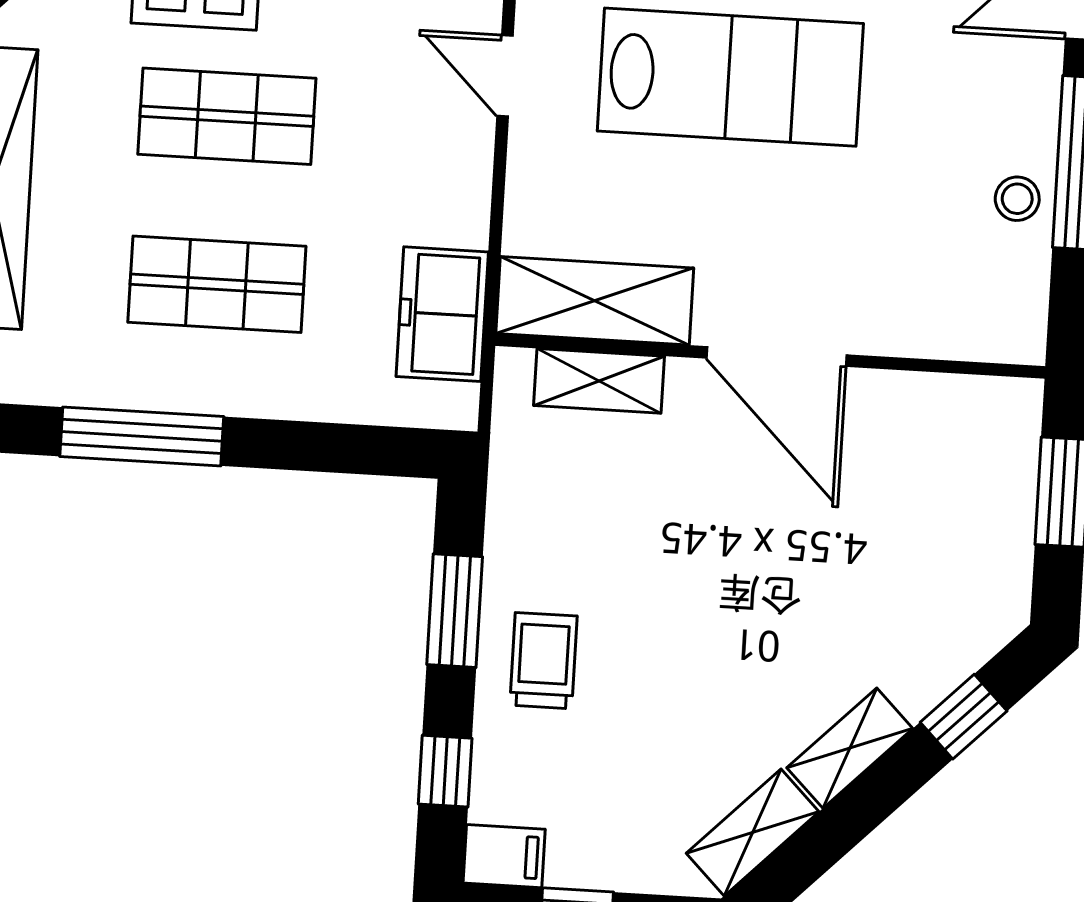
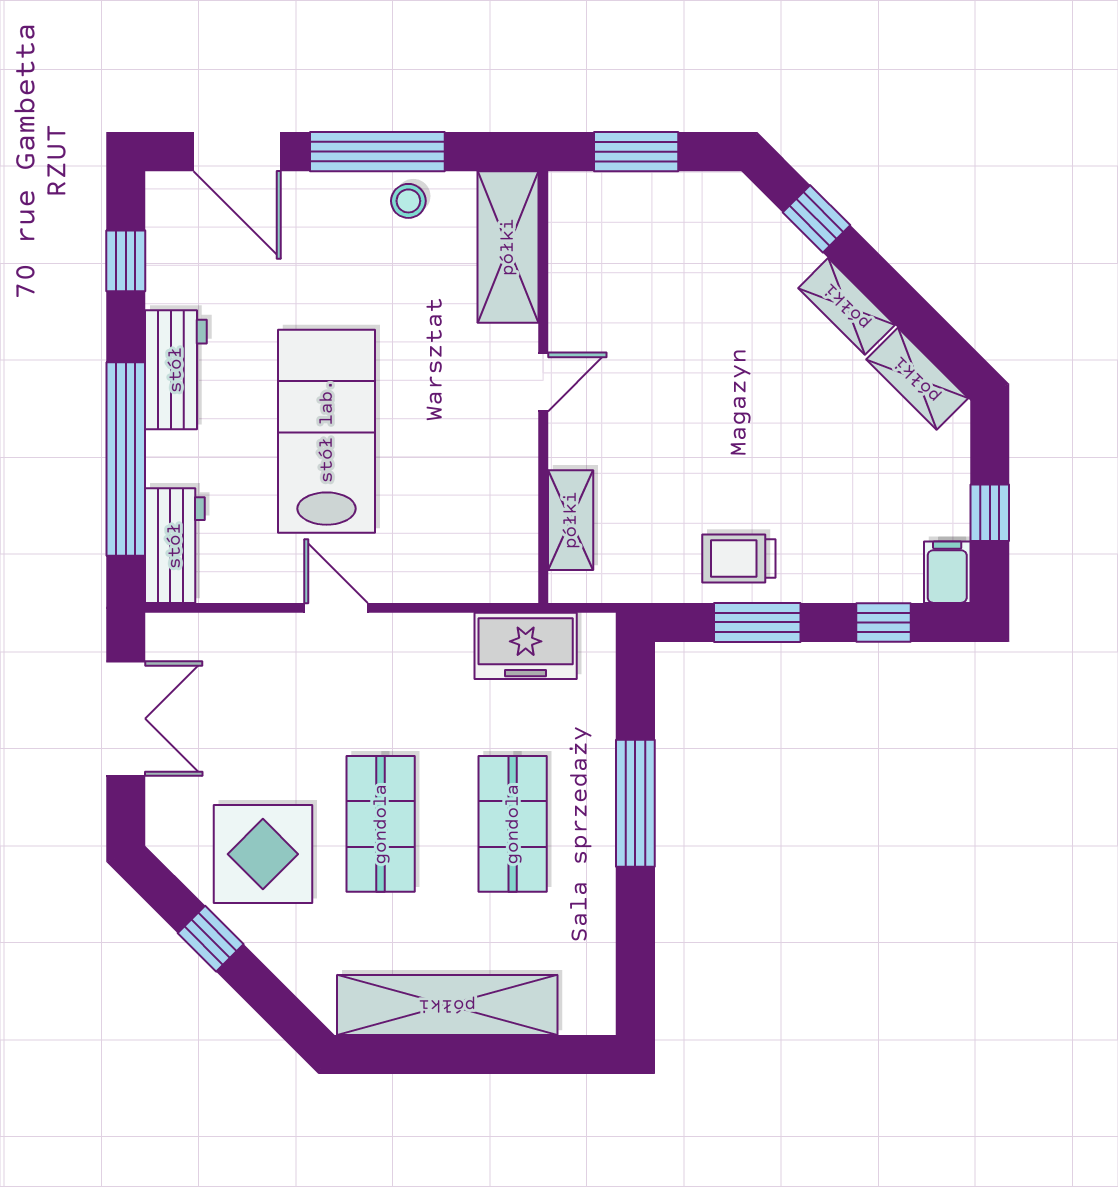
door: (505, 76) -> (336, 608), swing flipped
shelving: (595, 301) -> (508, 247), moved
door: (777, 357) -> (543, 382), width x0.53
window: (142, 437) -> (635, 803), moved
trolley: (543, 661) -> (739, 559), moved

